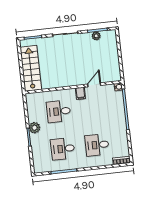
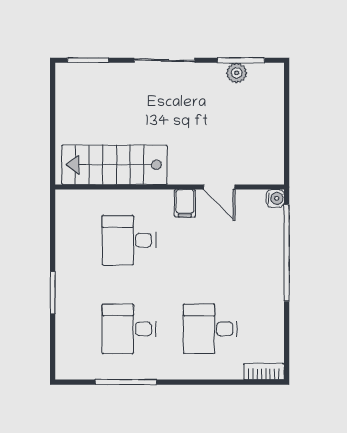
stairs: (31, 68) -> (114, 165), moved, turned -90
door: (94, 85) -> (219, 187), swing flipped
plant: (34, 128) -> (68, 272), removed

